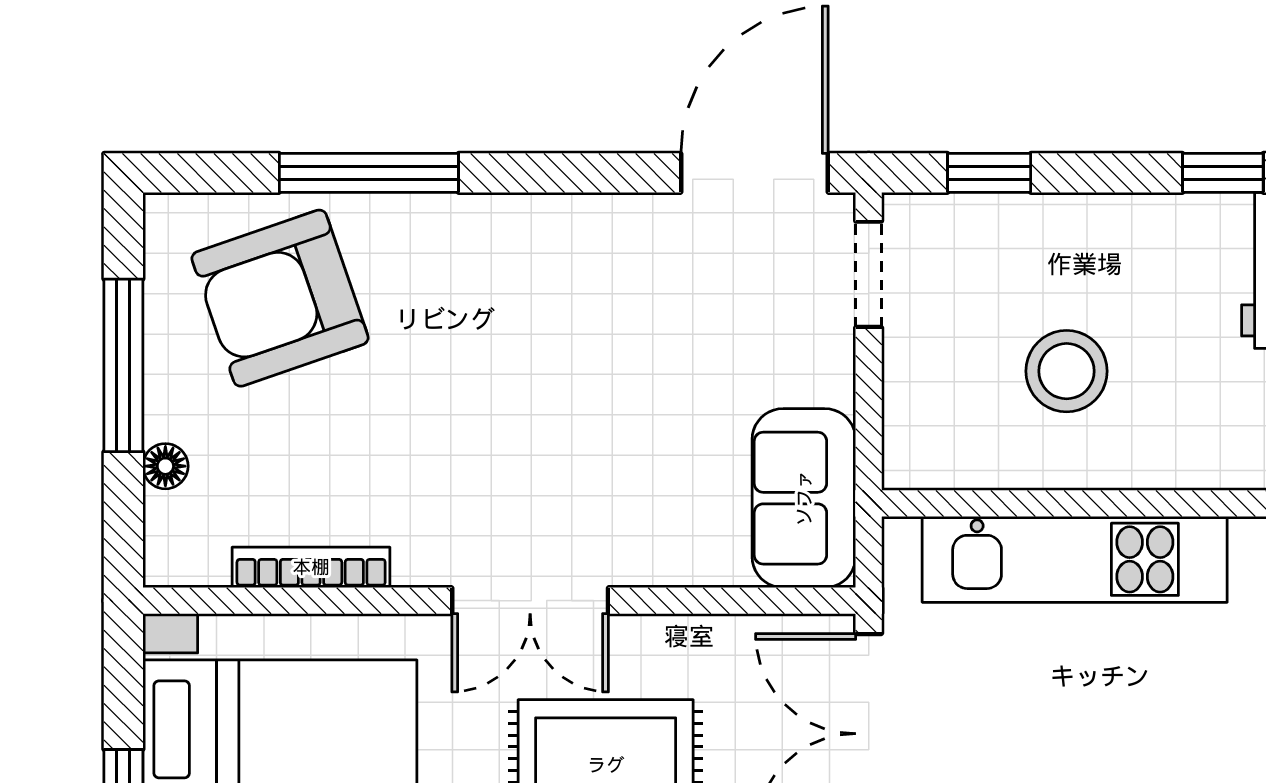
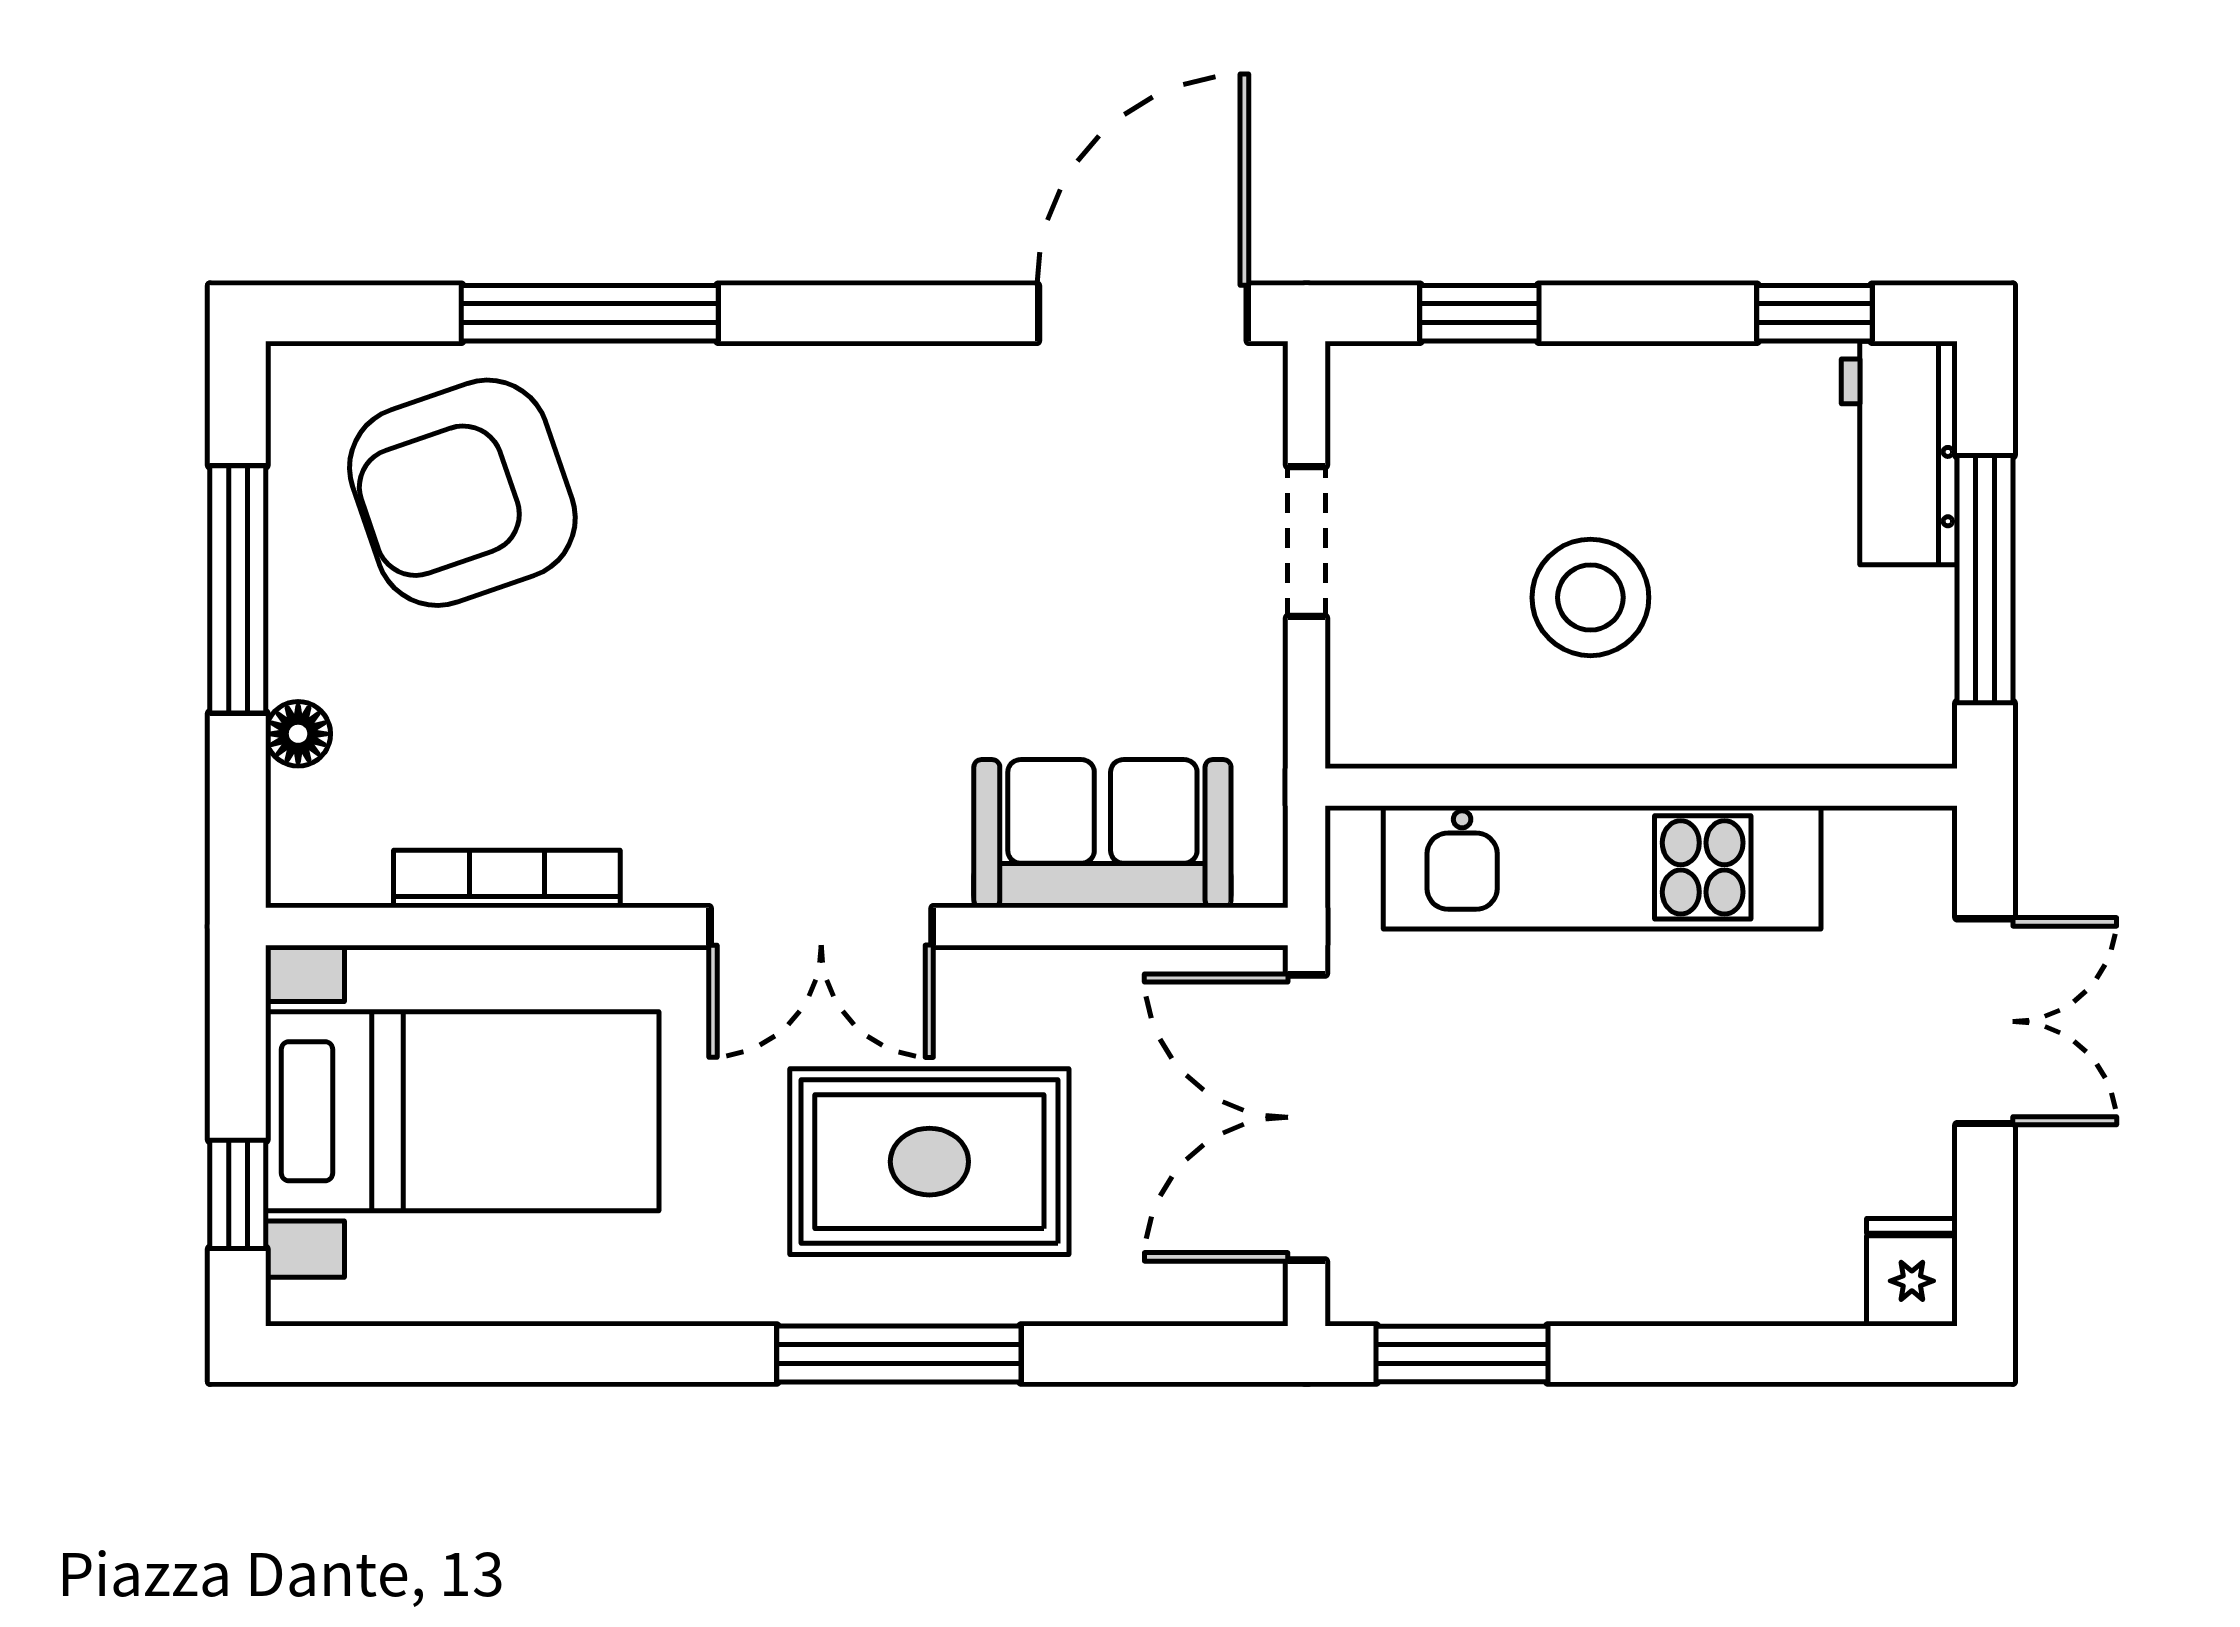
doorway: (869, 274) -> (1307, 542), moved
sofa: (804, 498) -> (1102, 834), moved, turned 90

